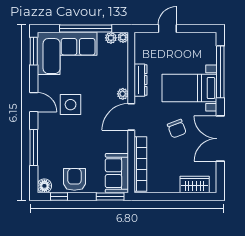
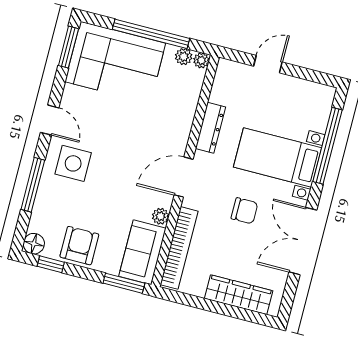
plant: (123, 94) -> (160, 216), moved
side table: (71, 105) -> (73, 163), moved
chair: (177, 129) -> (244, 211), turned -69
wardrobe: (195, 185) -> (239, 295), width x1.50

